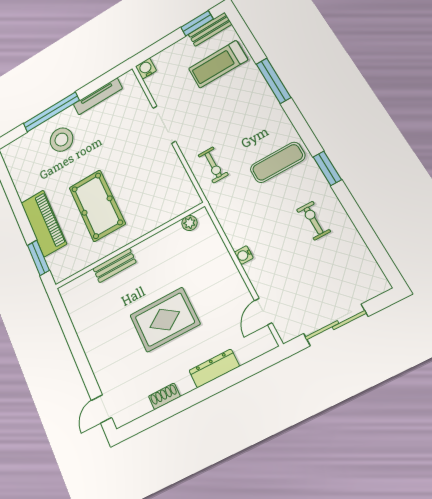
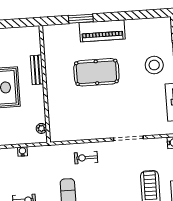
plant: (189, 223) -> (41, 128), moved
wall: (129, 246) -> (45, 84), moved
bench: (114, 265) -> (37, 70), moved

